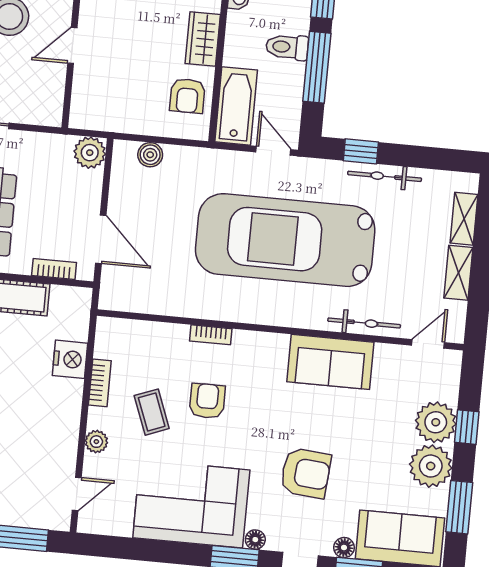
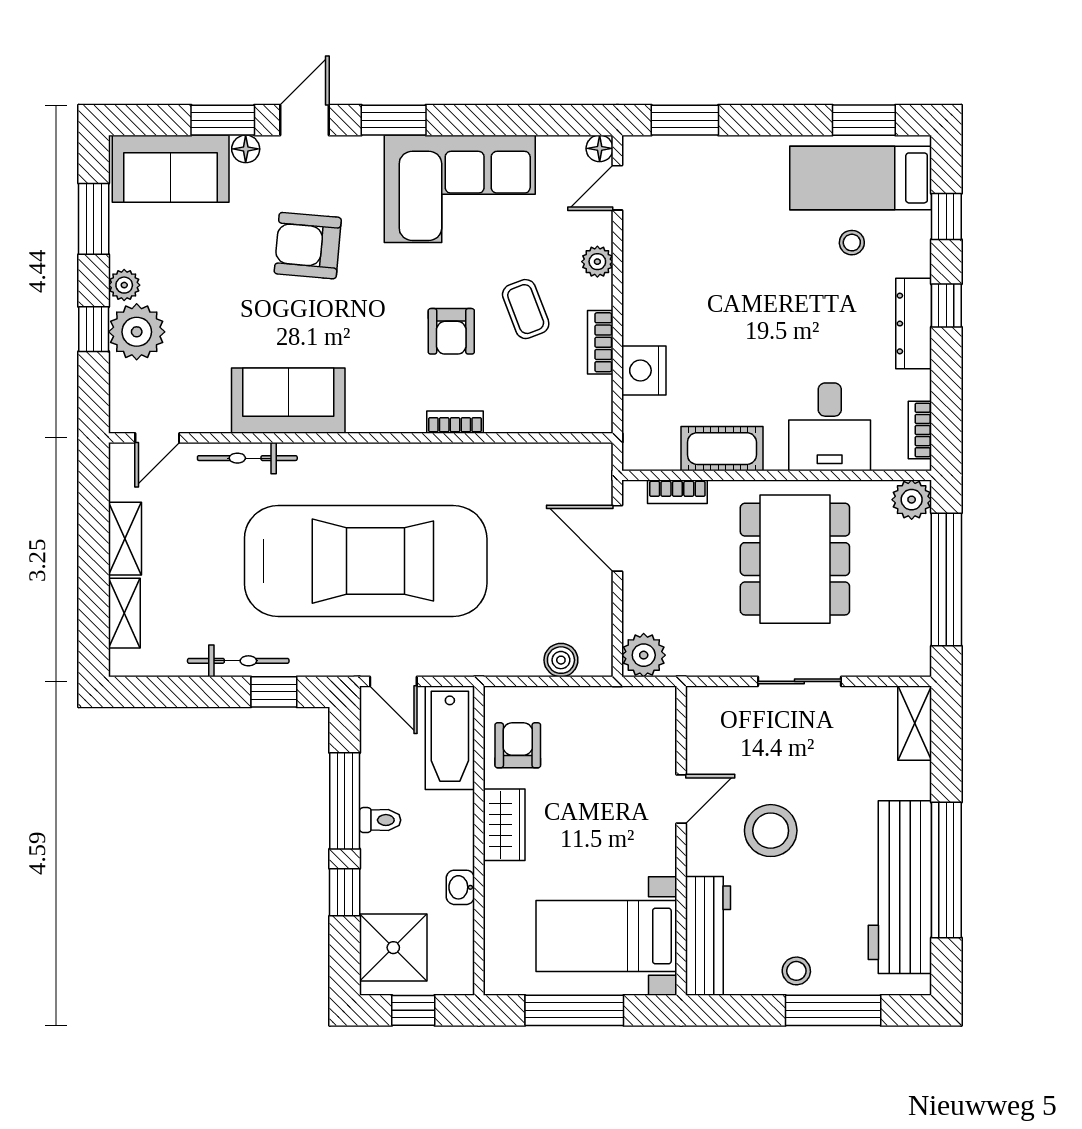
toilet: (287, 47) -> (380, 820), width x0.73, depth x0.72
plant: (431, 466) -> (124, 285), width x0.53, depth x0.53
floor lamp: (255, 540) -> (600, 148), moved

